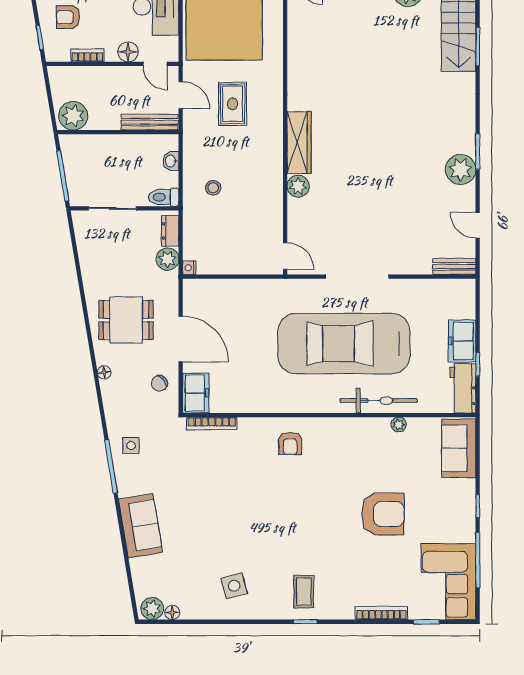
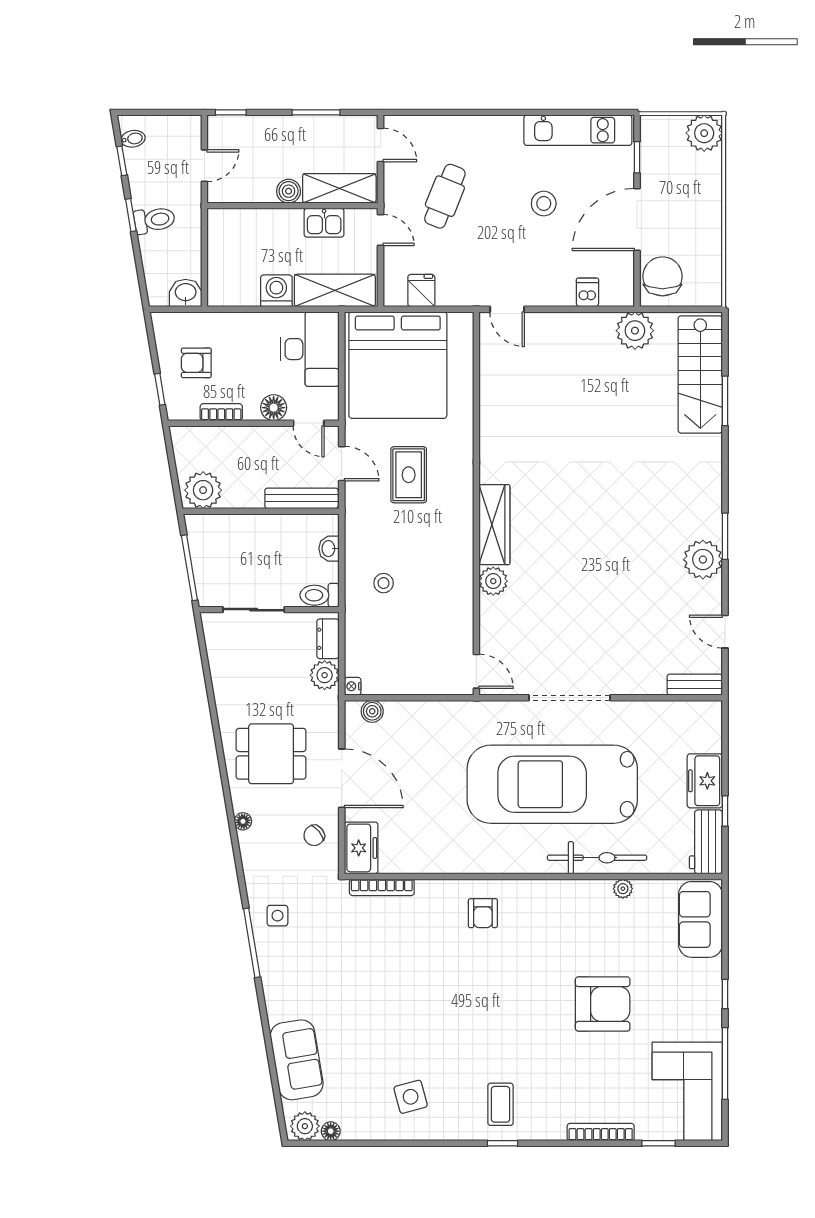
boiler: (204, 287) -> (372, 711), added
sofa: (141, 526) -> (297, 1060), moved

